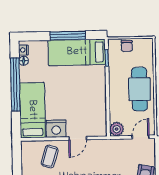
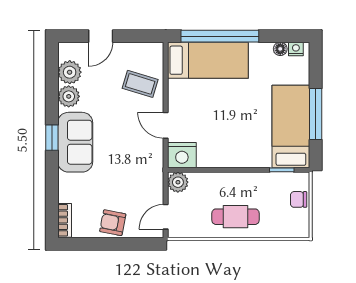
window: (15, 84) -> (220, 36), moved
cafe table: (139, 89) -> (235, 217), width x0.73, depth x0.74
nightstand: (56, 129) -> (182, 155), moved, turned -90
door: (141, 137) -> (166, 217), swing flipped

